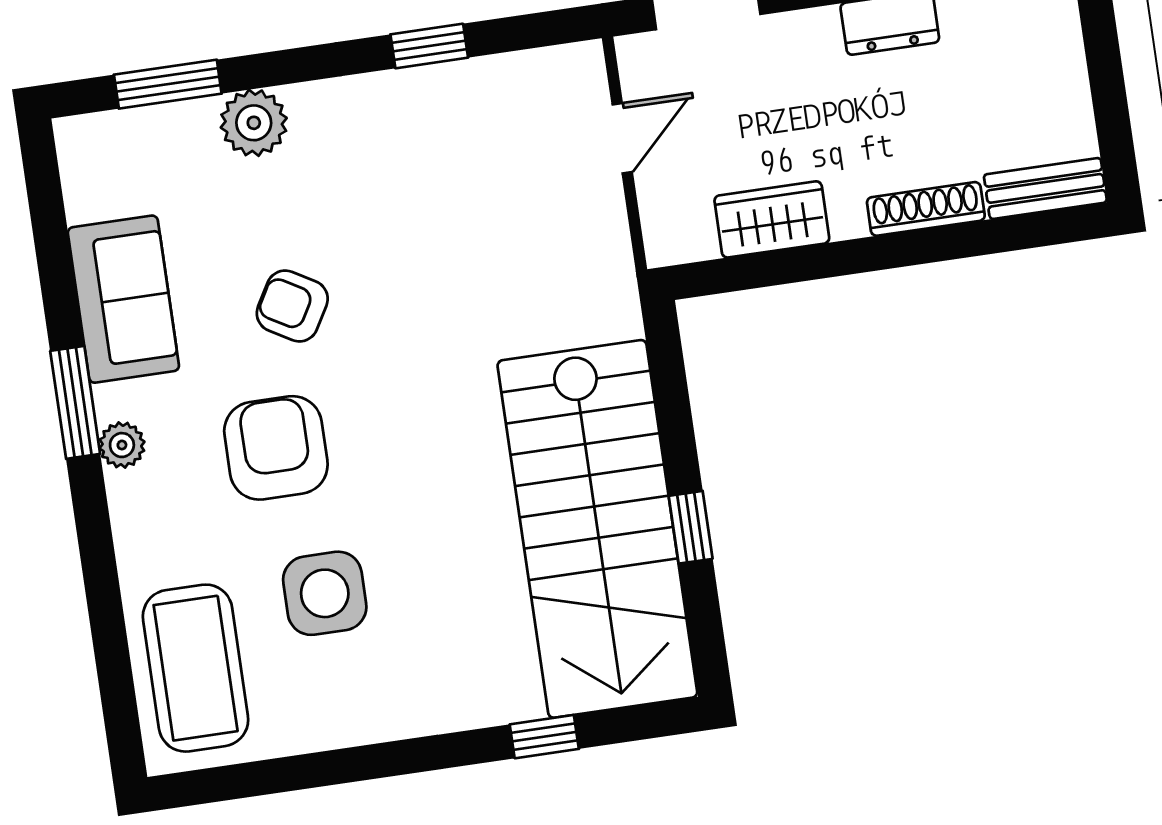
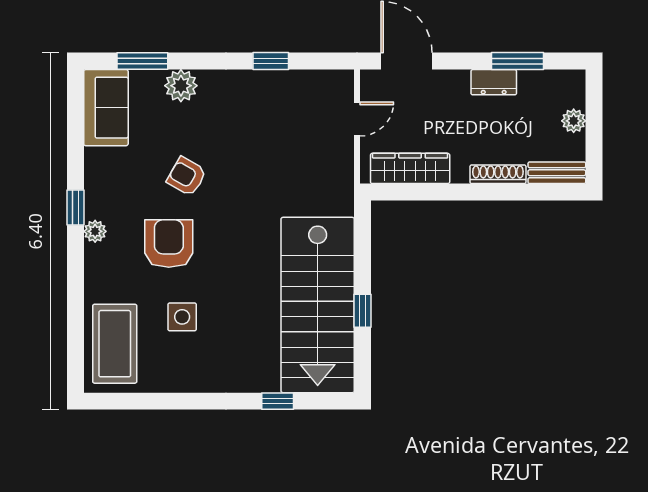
plant: (1064, 78) -> (574, 121), added
wardrobe: (772, 219) -> (410, 168), width x1.50
sofa: (123, 299) -> (106, 108), moved
window: (75, 402) -> (76, 208), width x0.67
side table: (325, 593) -> (182, 317), width x0.73, depth x0.73

